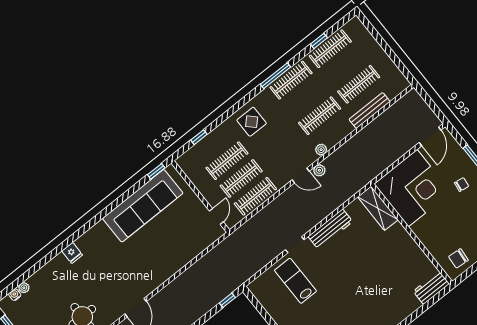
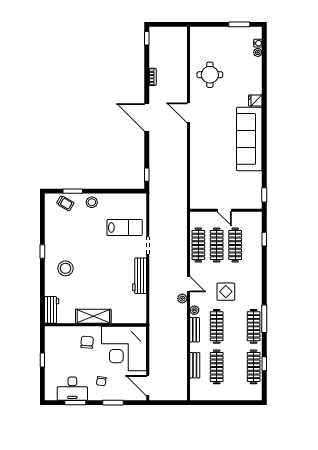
bench: (369, 110) -> (195, 365), width x0.73
display table: (252, 122) -> (226, 292), moved
bench: (340, 134) -> (195, 330), added
door: (301, 175) -> (188, 284), swing flipped
sofa: (143, 206) -> (249, 139), moved
shelving: (378, 208) -> (93, 316), moved
door: (216, 216) -> (224, 210), moved
chair: (458, 258) -> (87, 342), moved
stool: (380, 306) -> (66, 268), added

